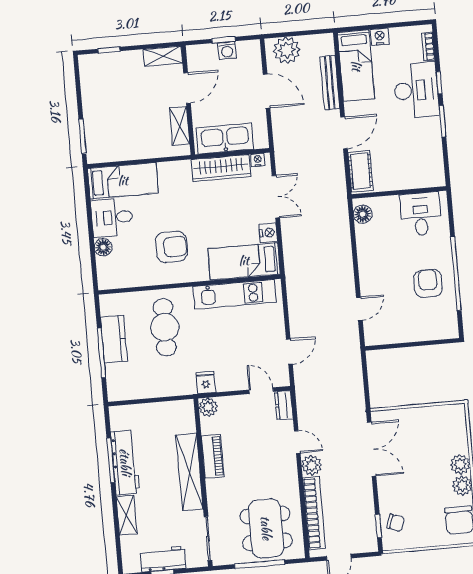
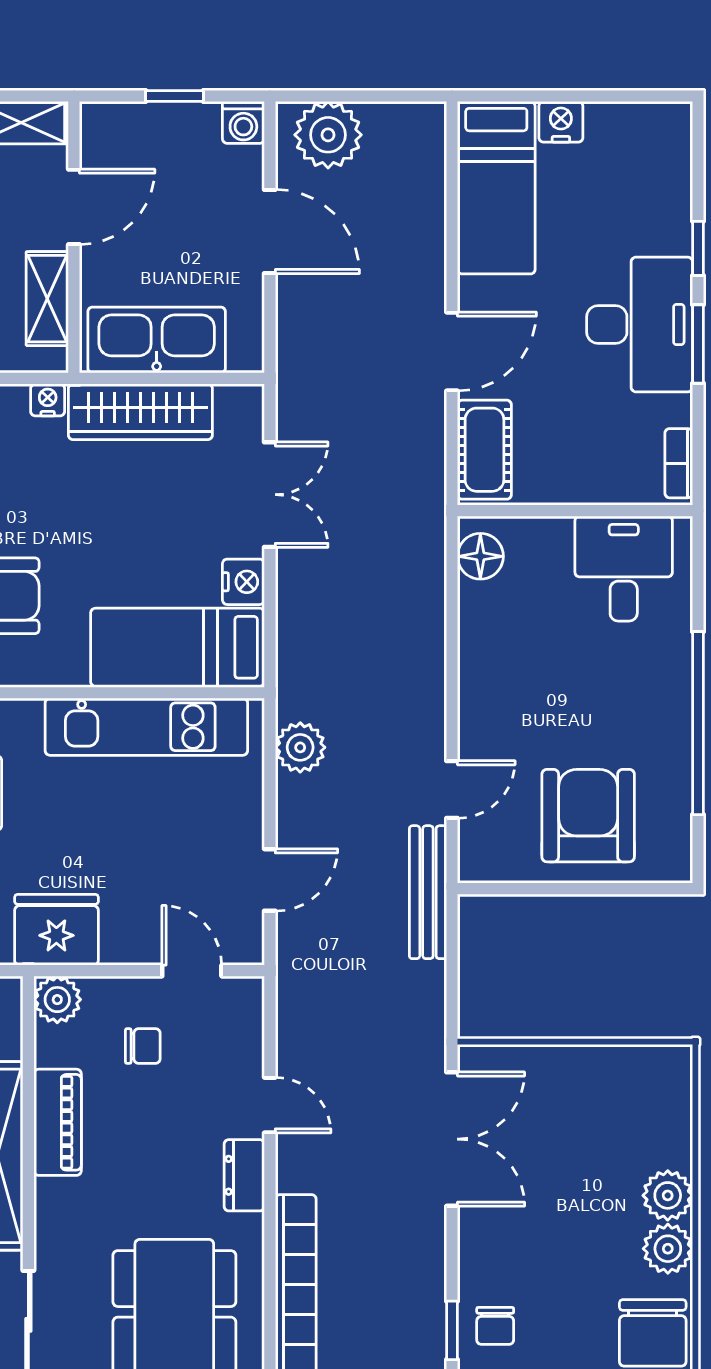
bookcase: (428, 46) -> (679, 463), moved
washing machine: (227, 50) -> (243, 122), moved
bench: (330, 83) -> (428, 892), moved
desk: (416, 90) -> (640, 325), moved
nightstand: (258, 160) -> (48, 400), moved
armchair: (428, 283) -> (588, 816), moved, width x1.36, depth x1.36
fridge: (206, 383) -> (56, 930), width x1.88, depth x1.34
dresser: (284, 405) -> (244, 1175), moved
chair: (244, 423) -> (143, 1046), added
plant: (312, 465) -> (300, 747), moved
chair: (396, 523) -> (495, 1326), turned 70

